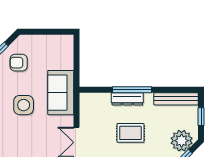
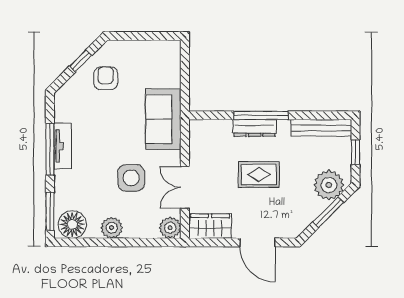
armchair: (19, 63) -> (106, 78), turned 90
side table: (24, 105) -> (131, 178), moved

